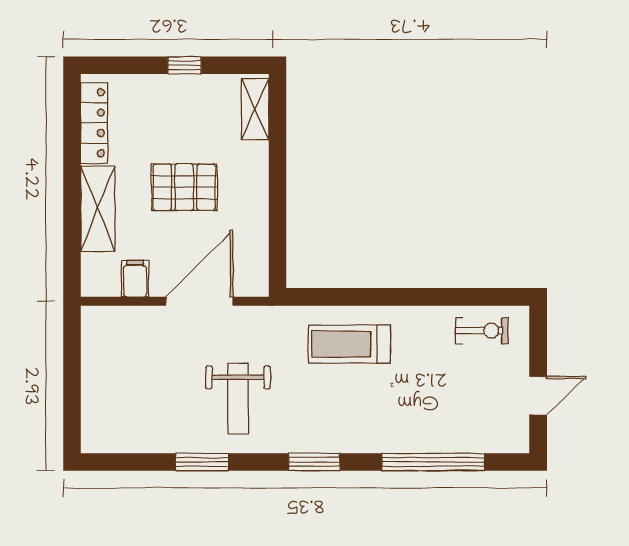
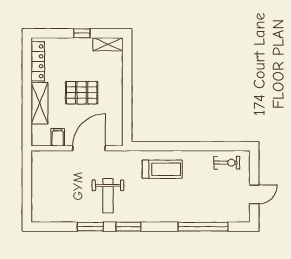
shelving: (255, 109) -> (108, 44), moved, turned 90
treadmill: (349, 344) -> (162, 169), turned 180
window: (314, 462) -> (128, 227), moved

